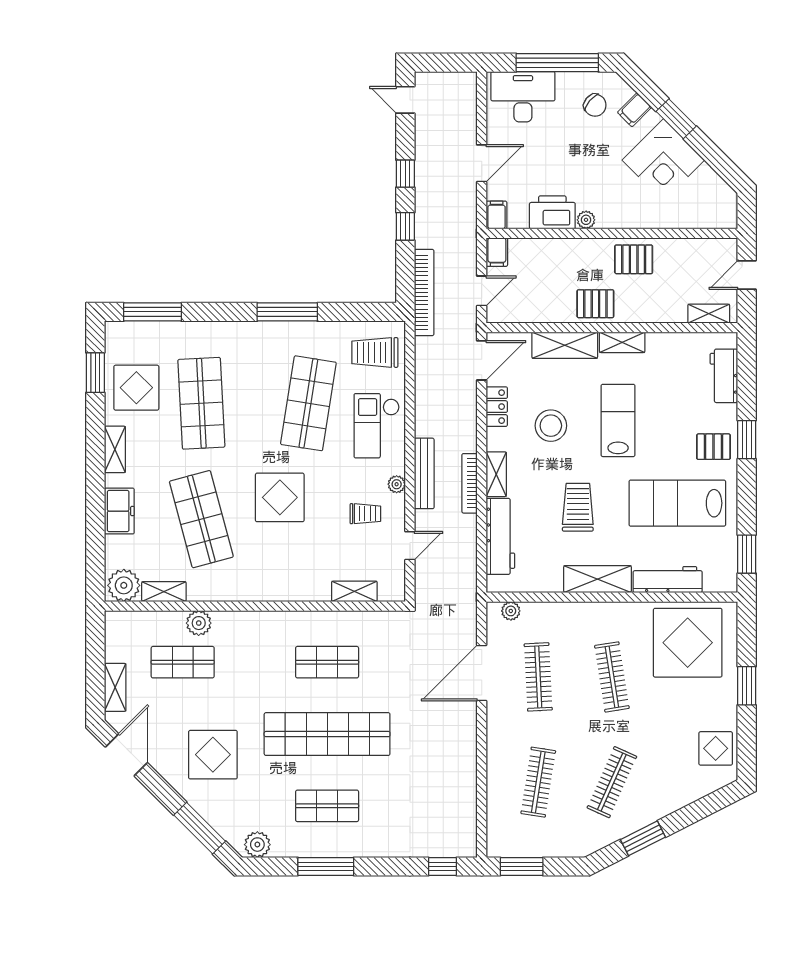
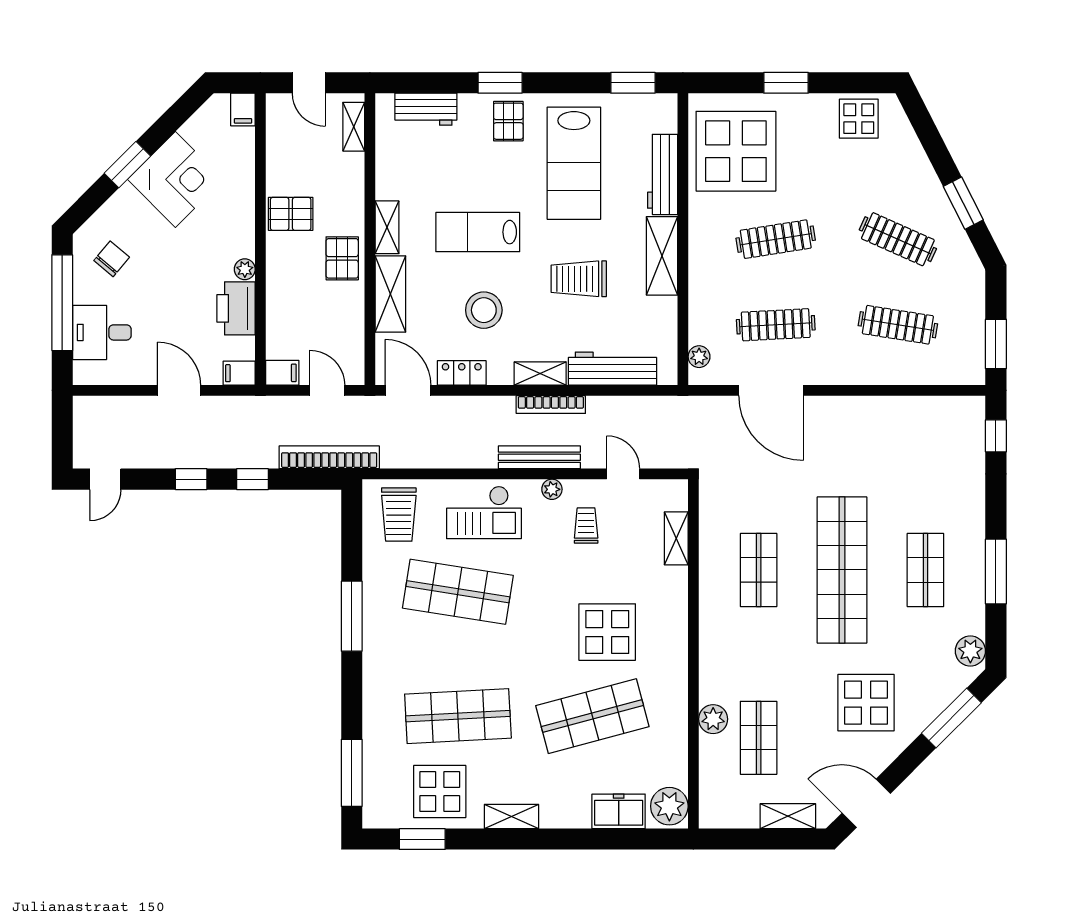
desk: (523, 97) -> (102, 332), width x0.73
filing cabinet: (635, 110) -> (243, 109), moved, turned 45
pallet: (634, 259) -> (291, 214), turned 90
display table: (280, 497) -> (607, 632), moved
freezer: (119, 511) -> (619, 811), moved
shelving: (164, 592) -> (677, 760), removed

